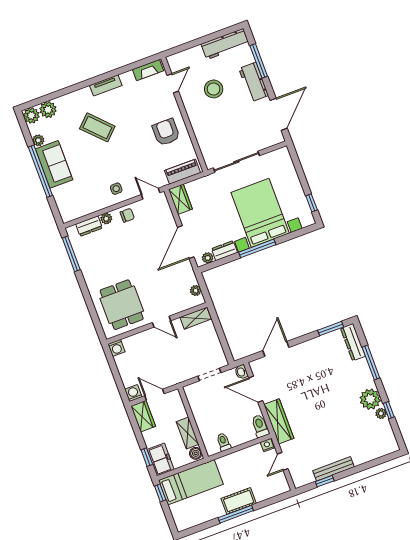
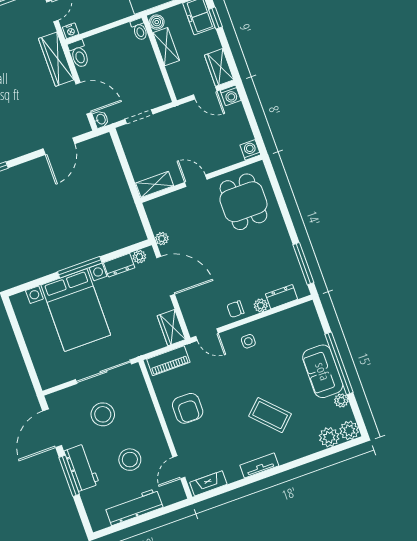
workbench: (225, 44) -> (134, 507), moved
window: (259, 61) -> (69, 476), moved
stool: (237, 126) -> (103, 414), added
window: (312, 203) -> (14, 321), removed
door: (186, 242) -> (166, 276), hinge flipped
plant: (196, 291) -> (162, 239), moved
toilet: (224, 442) -> (139, 29), moved

